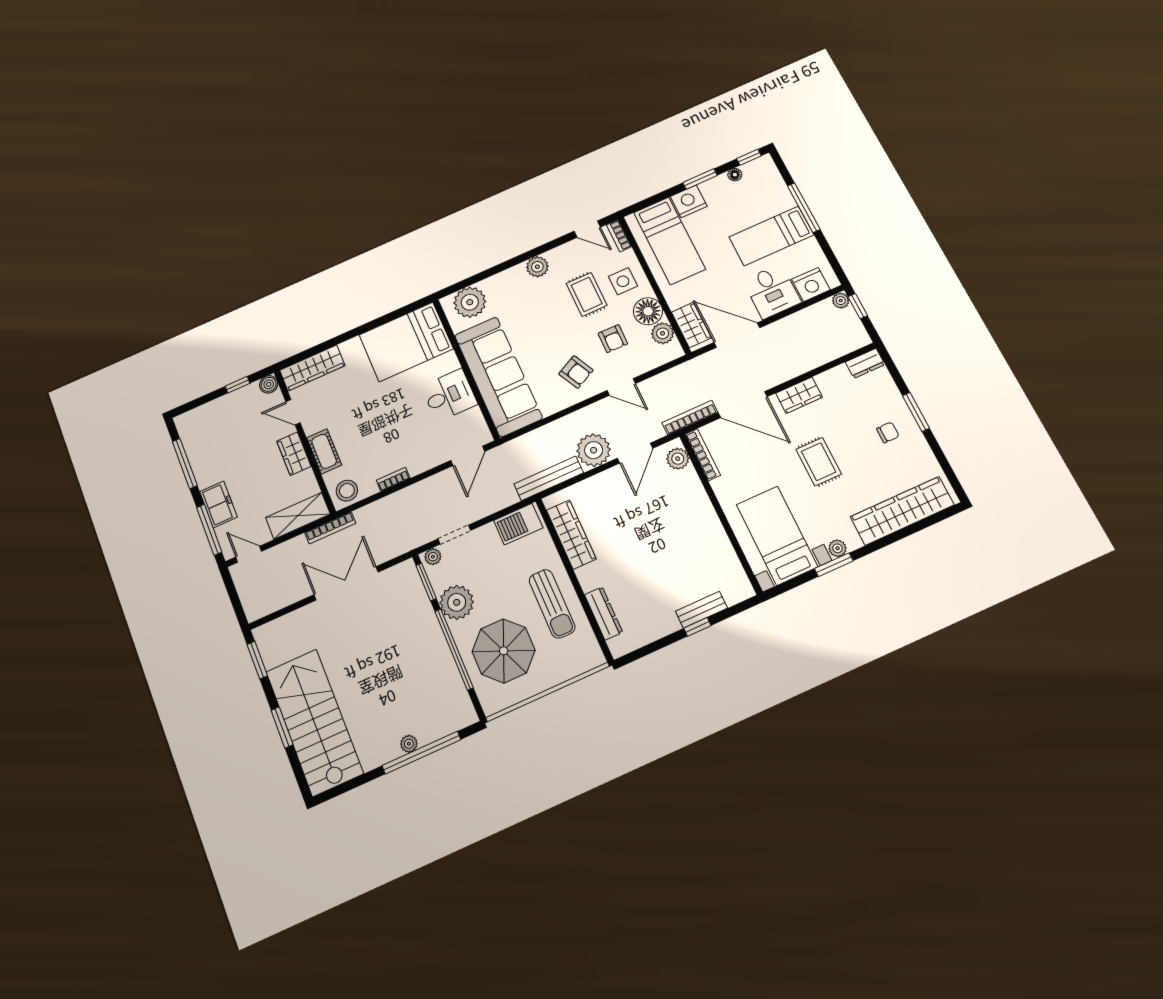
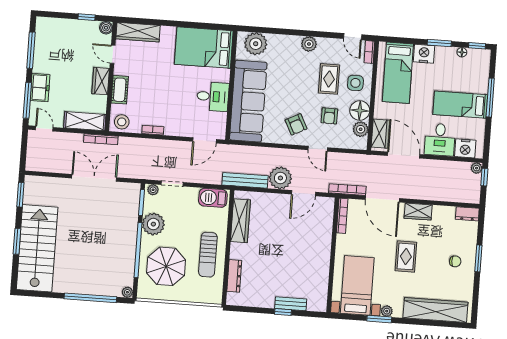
plant: (678, 459) -> (326, 210), removed
plant: (409, 744) -> (127, 292), moved

